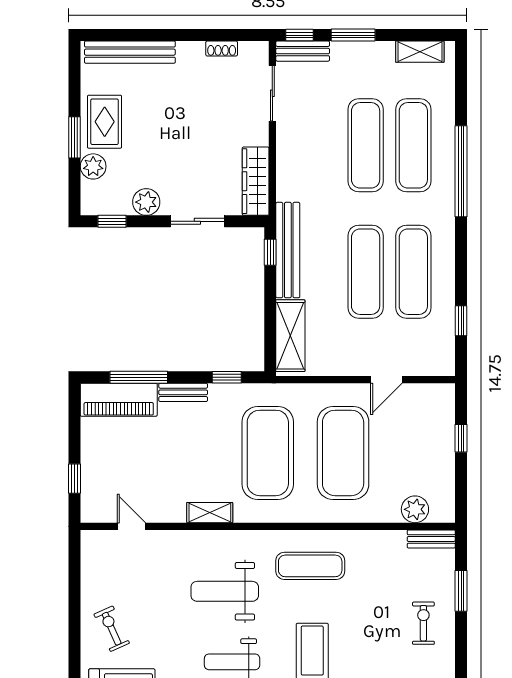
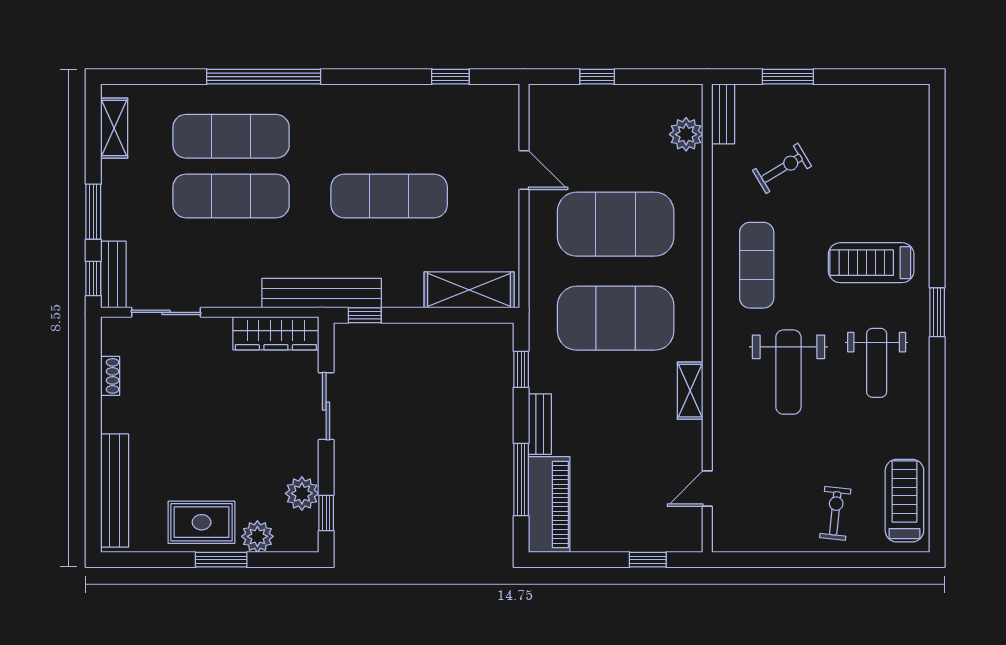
plant: (146, 202) -> (302, 493), moved
bench: (288, 250) -> (322, 293), moved
exercise mat: (413, 272) -> (389, 136), removed
exercise bike: (423, 623) -> (782, 168), moved, turned 149
exercise bike: (112, 629) -> (835, 513), turned 120

